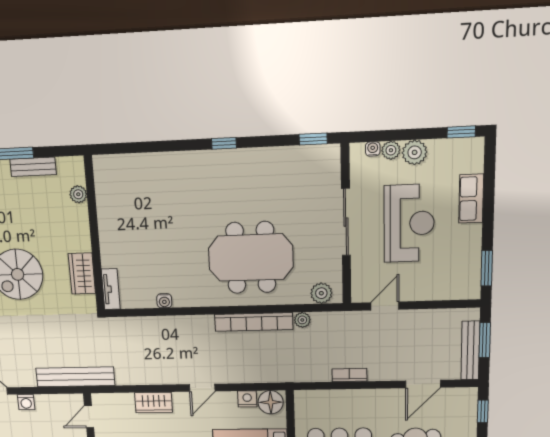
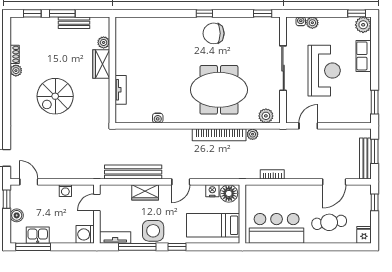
plant: (415, 152) -> (363, 25), moved
chair: (239, 174) -> (214, 33), added
wardrobe: (82, 274) -> (101, 64), moved
tv unit: (111, 289) -> (121, 90), moved
bookcase: (349, 375) -> (272, 174), moved
bench: (75, 377) -> (133, 172), moved
washing machine: (26, 402) -> (65, 191), moved

